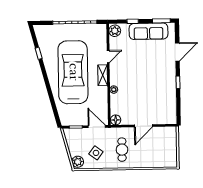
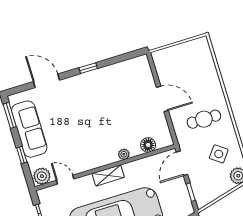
door: (108, 57) -> (65, 180), moved
floor lamp: (116, 120) -> (148, 145), moved

